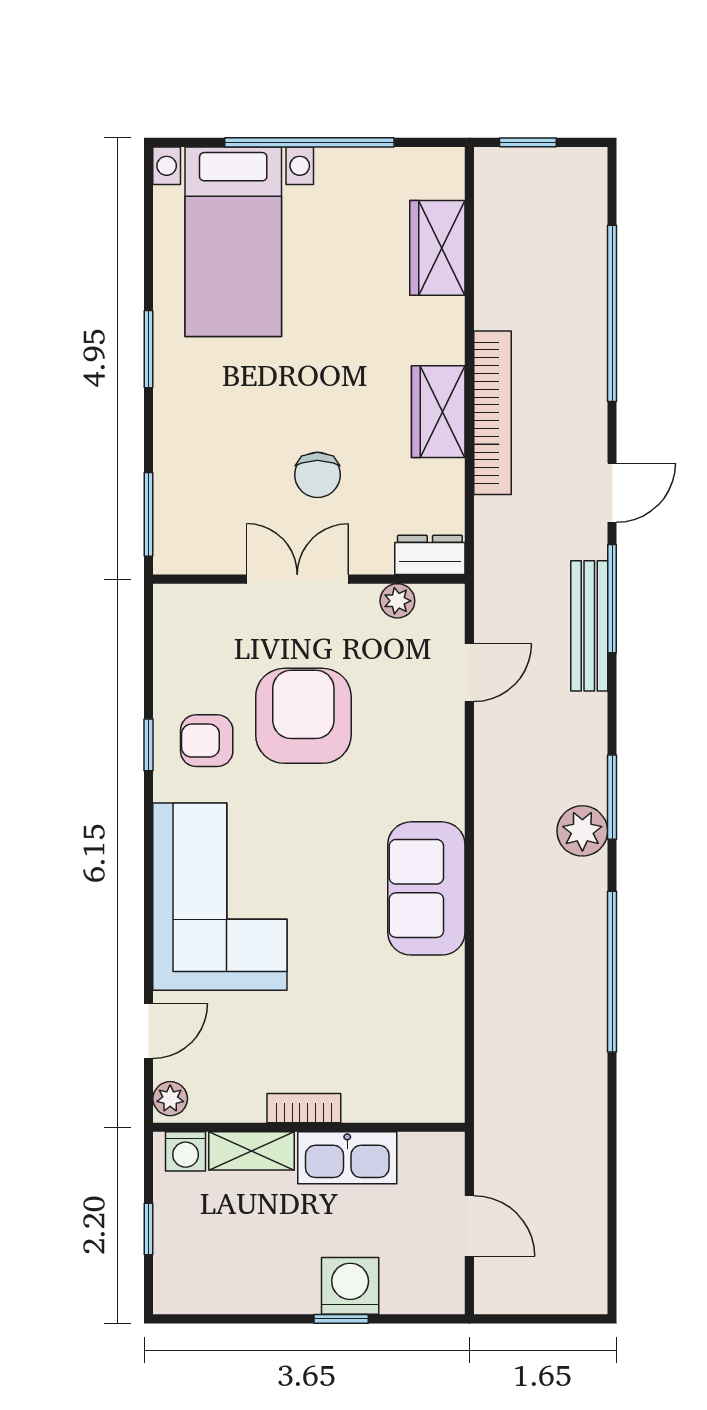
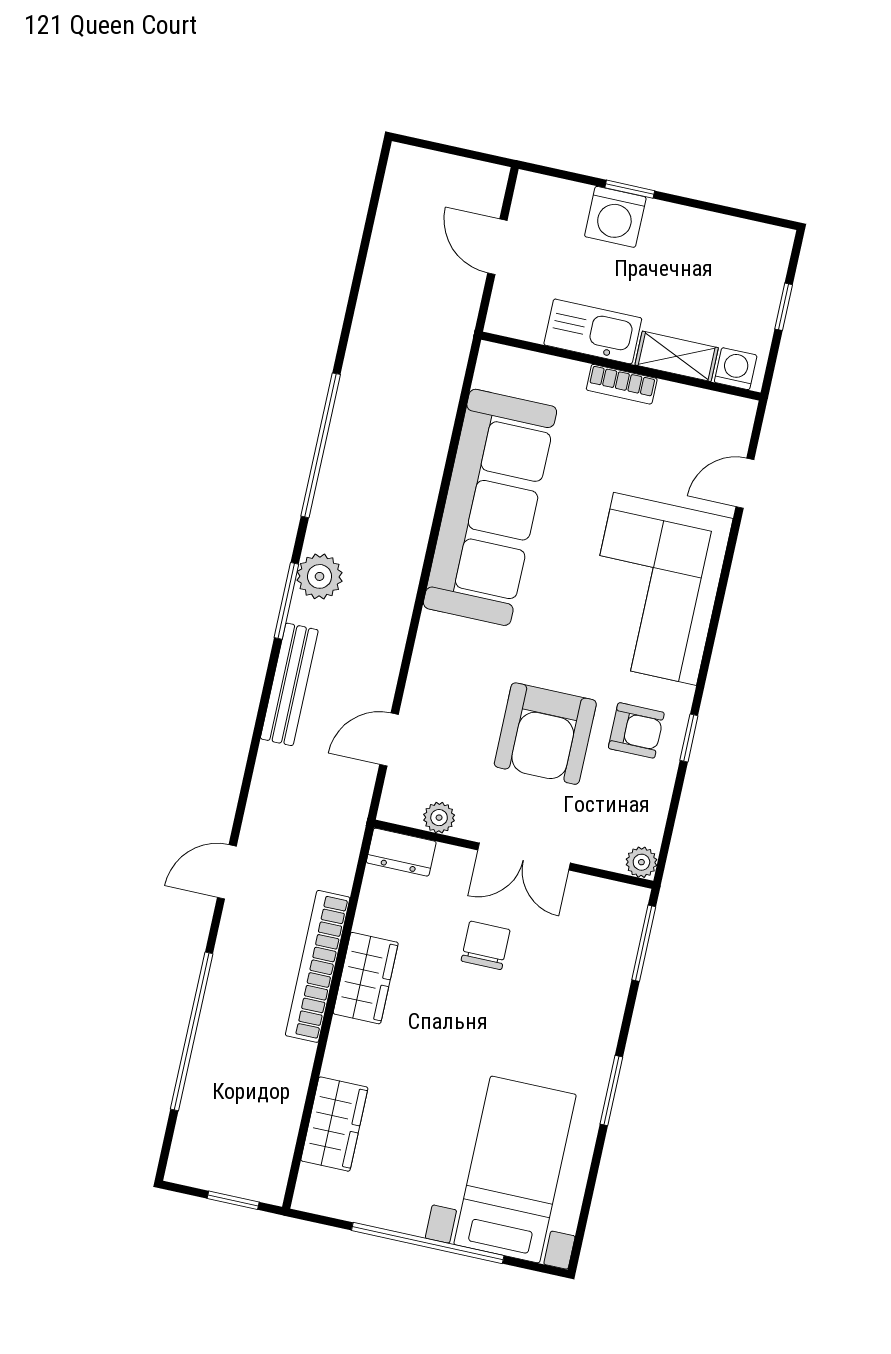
window: (612, 599) -> (248, 777), removed
bench: (589, 626) -> (289, 684), moved
sofa: (426, 888) -> (490, 507), width x1.85, depth x1.27
plant: (170, 1099) -> (641, 862), moved

